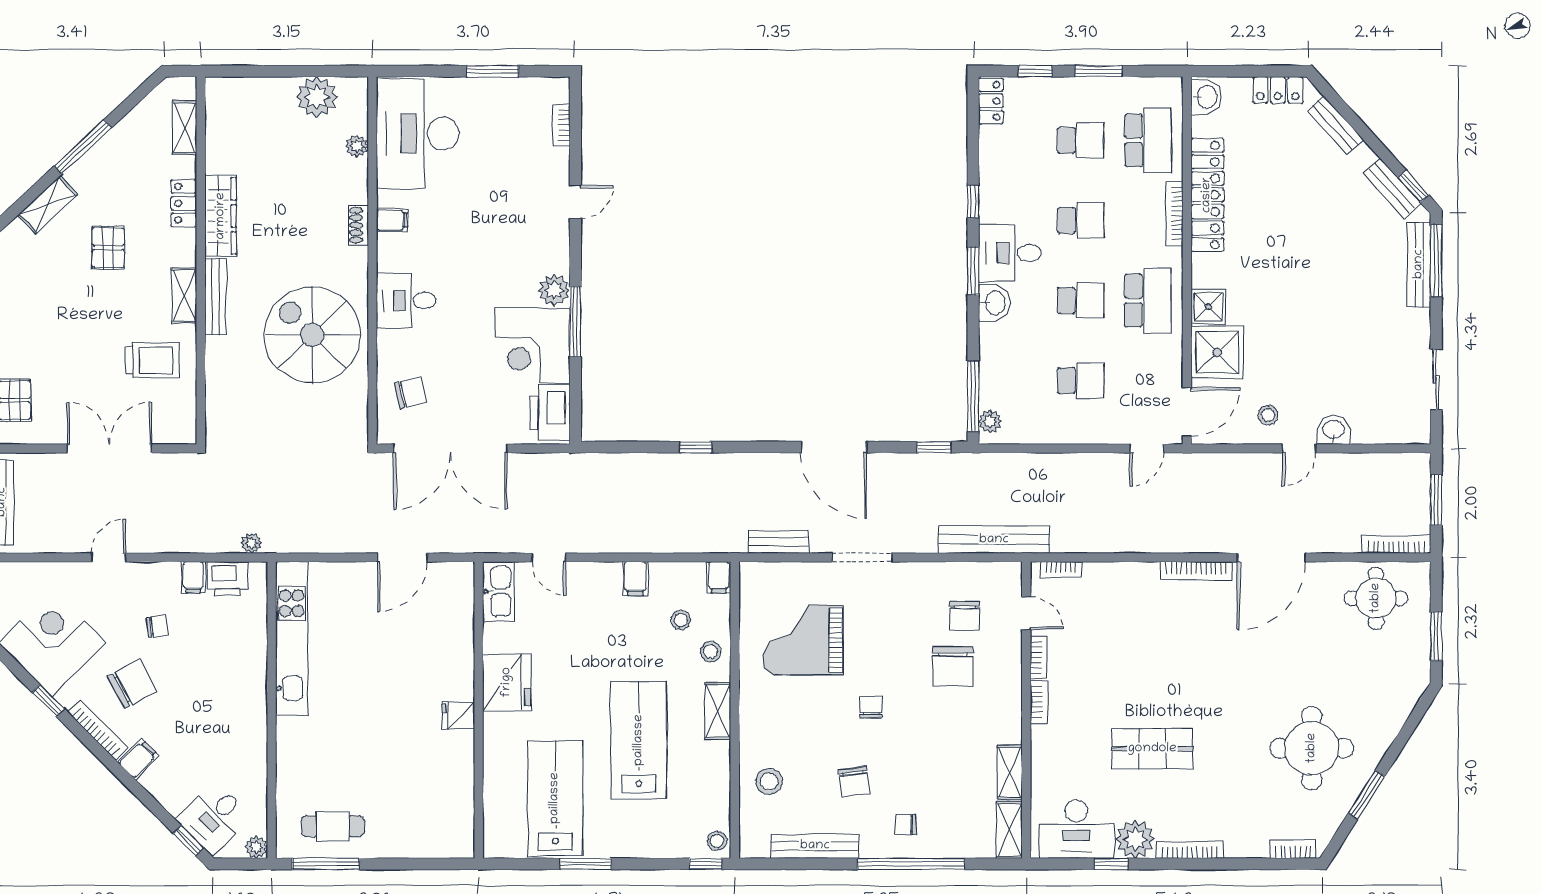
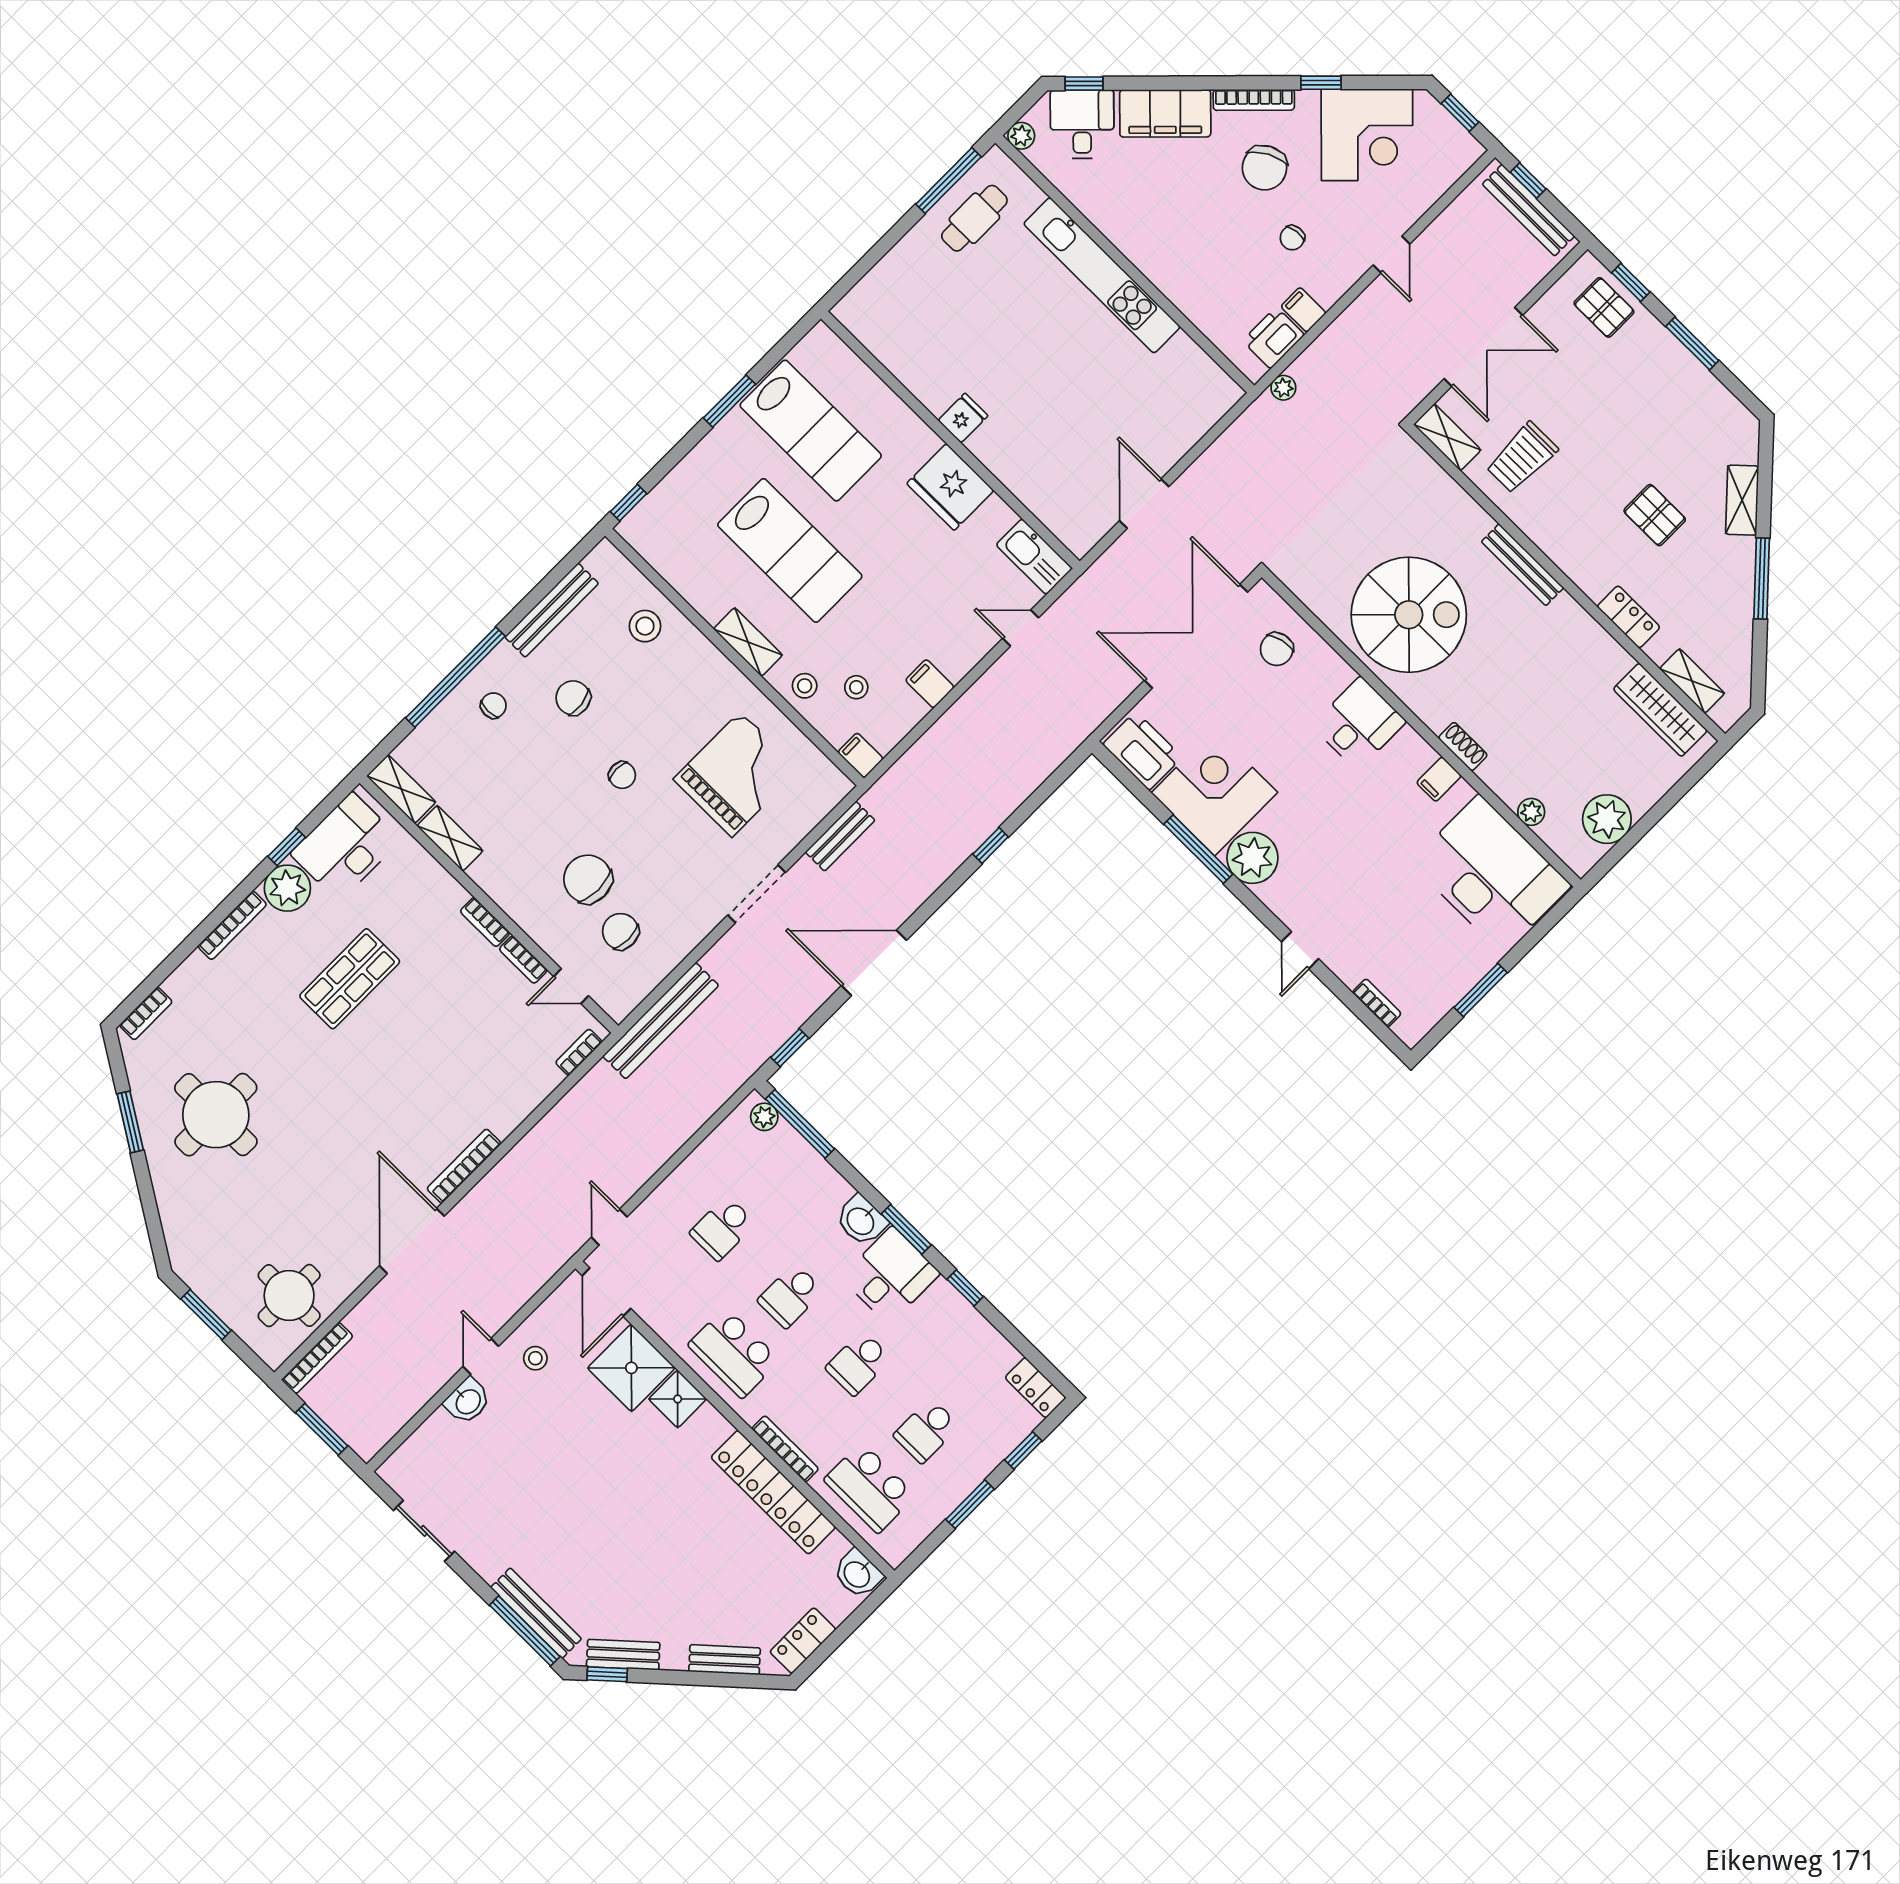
wardrobe: (221, 216) -> (1660, 710), moved
plant: (554, 290) -> (1252, 858), width x1.36, depth x1.36
shelving: (184, 295) -> (1447, 437), moved
kitchen unit: (292, 639) -> (1102, 275), moved
filing cabinet: (138, 759) -> (1165, 113), width x3.00, depth x1.17
stool: (717, 841) -> (638, 532), removed

